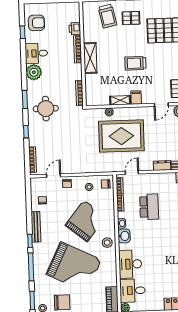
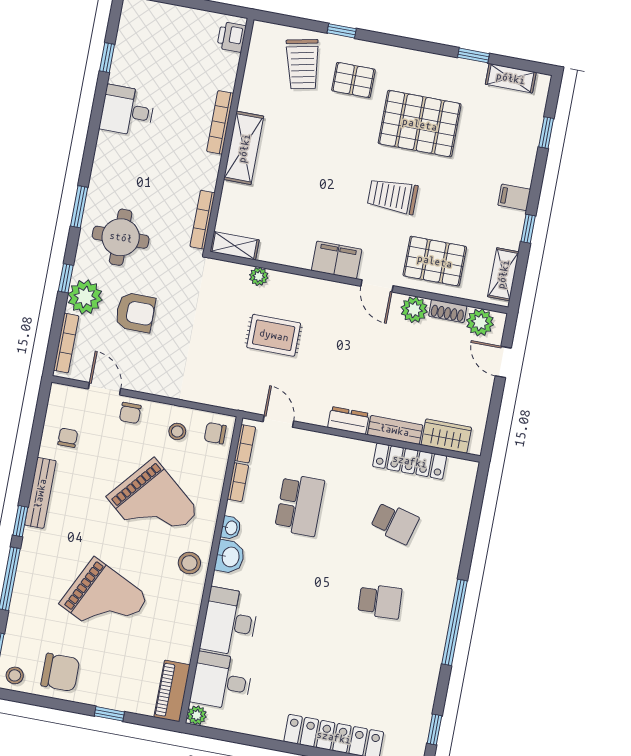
armchair: (36, 23) -> (135, 312), moved
printer: (75, 29) -> (231, 37), moved
trolley: (135, 63) -> (393, 196), moved
plant: (34, 72) -> (85, 297), moved
filing cabinet: (136, 98) -> (337, 260), width x2.00
shelving: (120, 100) -> (235, 246), moved
door: (161, 105) -> (377, 286), hinge flipped
rug: (121, 136) -> (274, 335), width x0.54, depth x0.49
door: (132, 173) -> (278, 421), hinge flipped
door: (54, 176) -> (105, 389), hinge flipped
grand piano: (86, 221) -> (153, 505), turned 91
grand piano: (74, 267) -> (104, 600), width x0.73, depth x0.68

